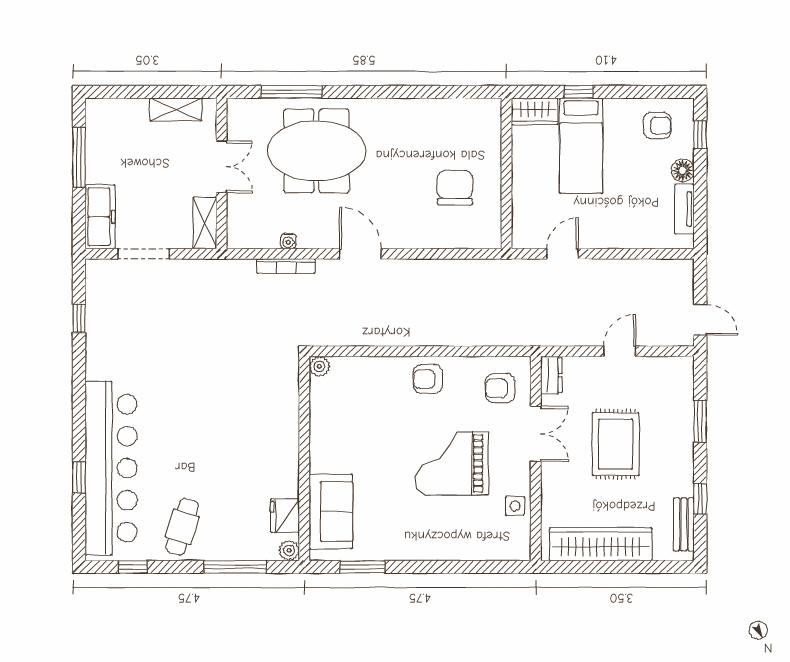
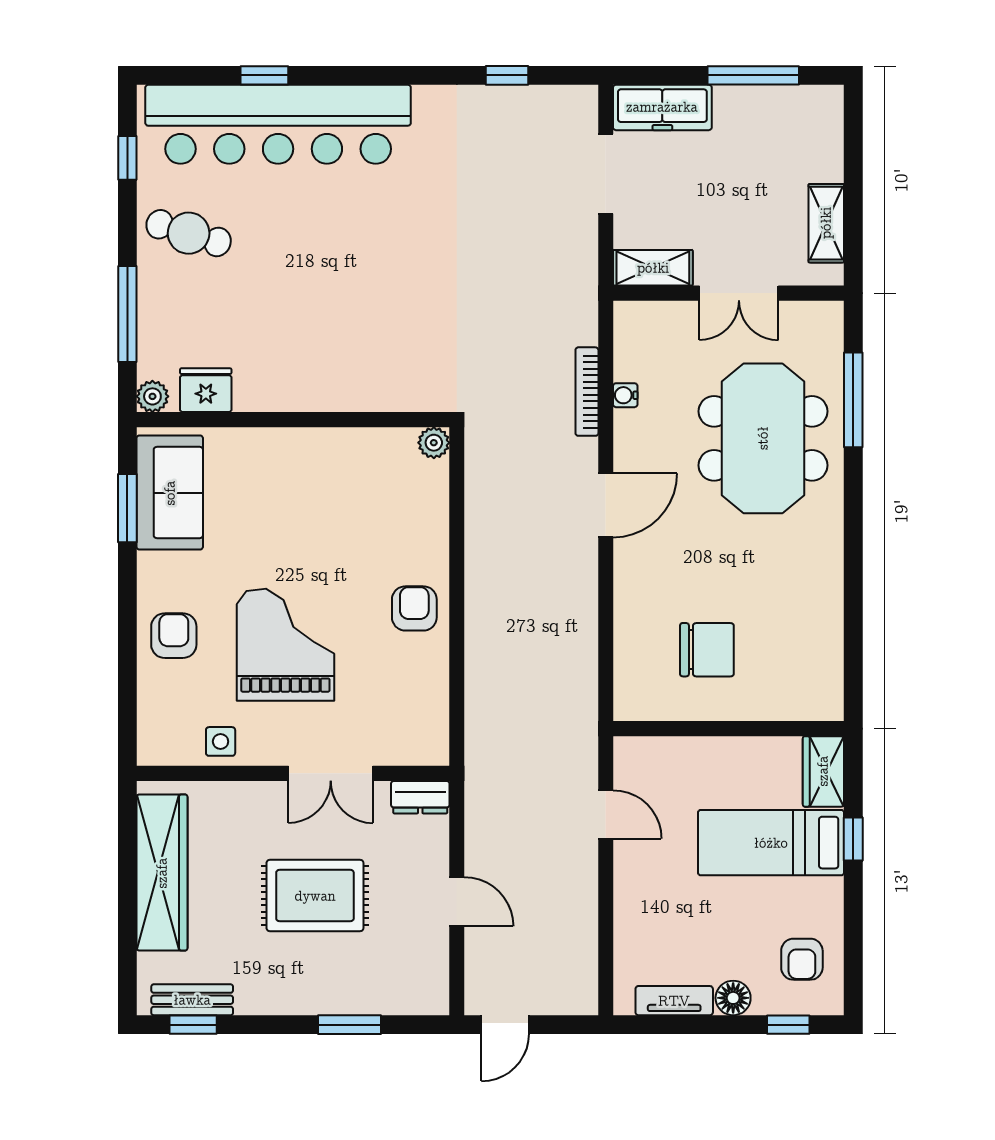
armchair: (500, 388) -> (174, 636), moved
window: (700, 499) -> (193, 1025), moved
sofa: (331, 512) -> (170, 493), moved, turned -90

